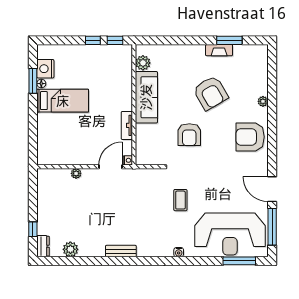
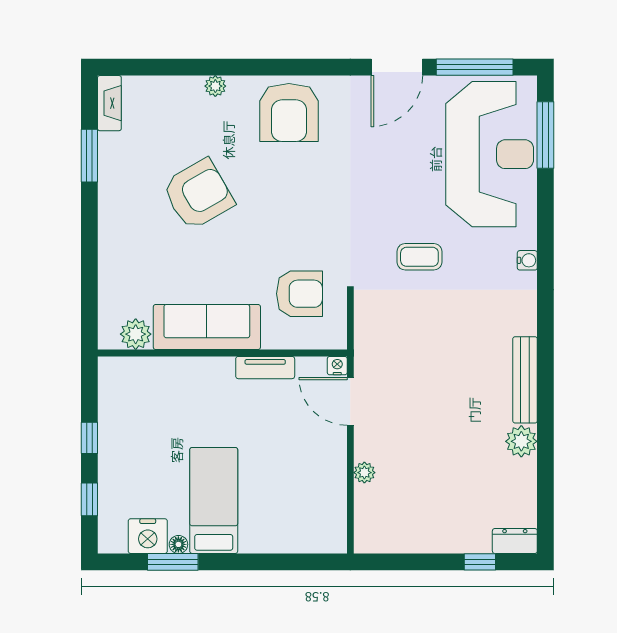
window: (115, 40) -> (89, 499), moved
fireplace: (219, 50) -> (109, 103), moved
armchair: (189, 135) -> (299, 294), moved
plant: (70, 249) -> (521, 441), moved
bench: (121, 251) -> (525, 380), width x1.36

